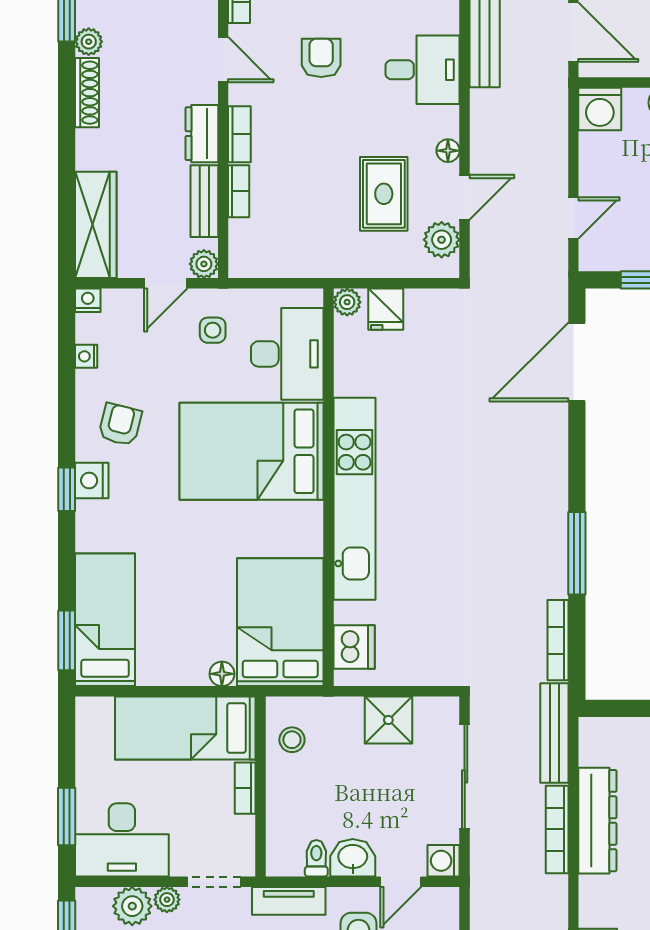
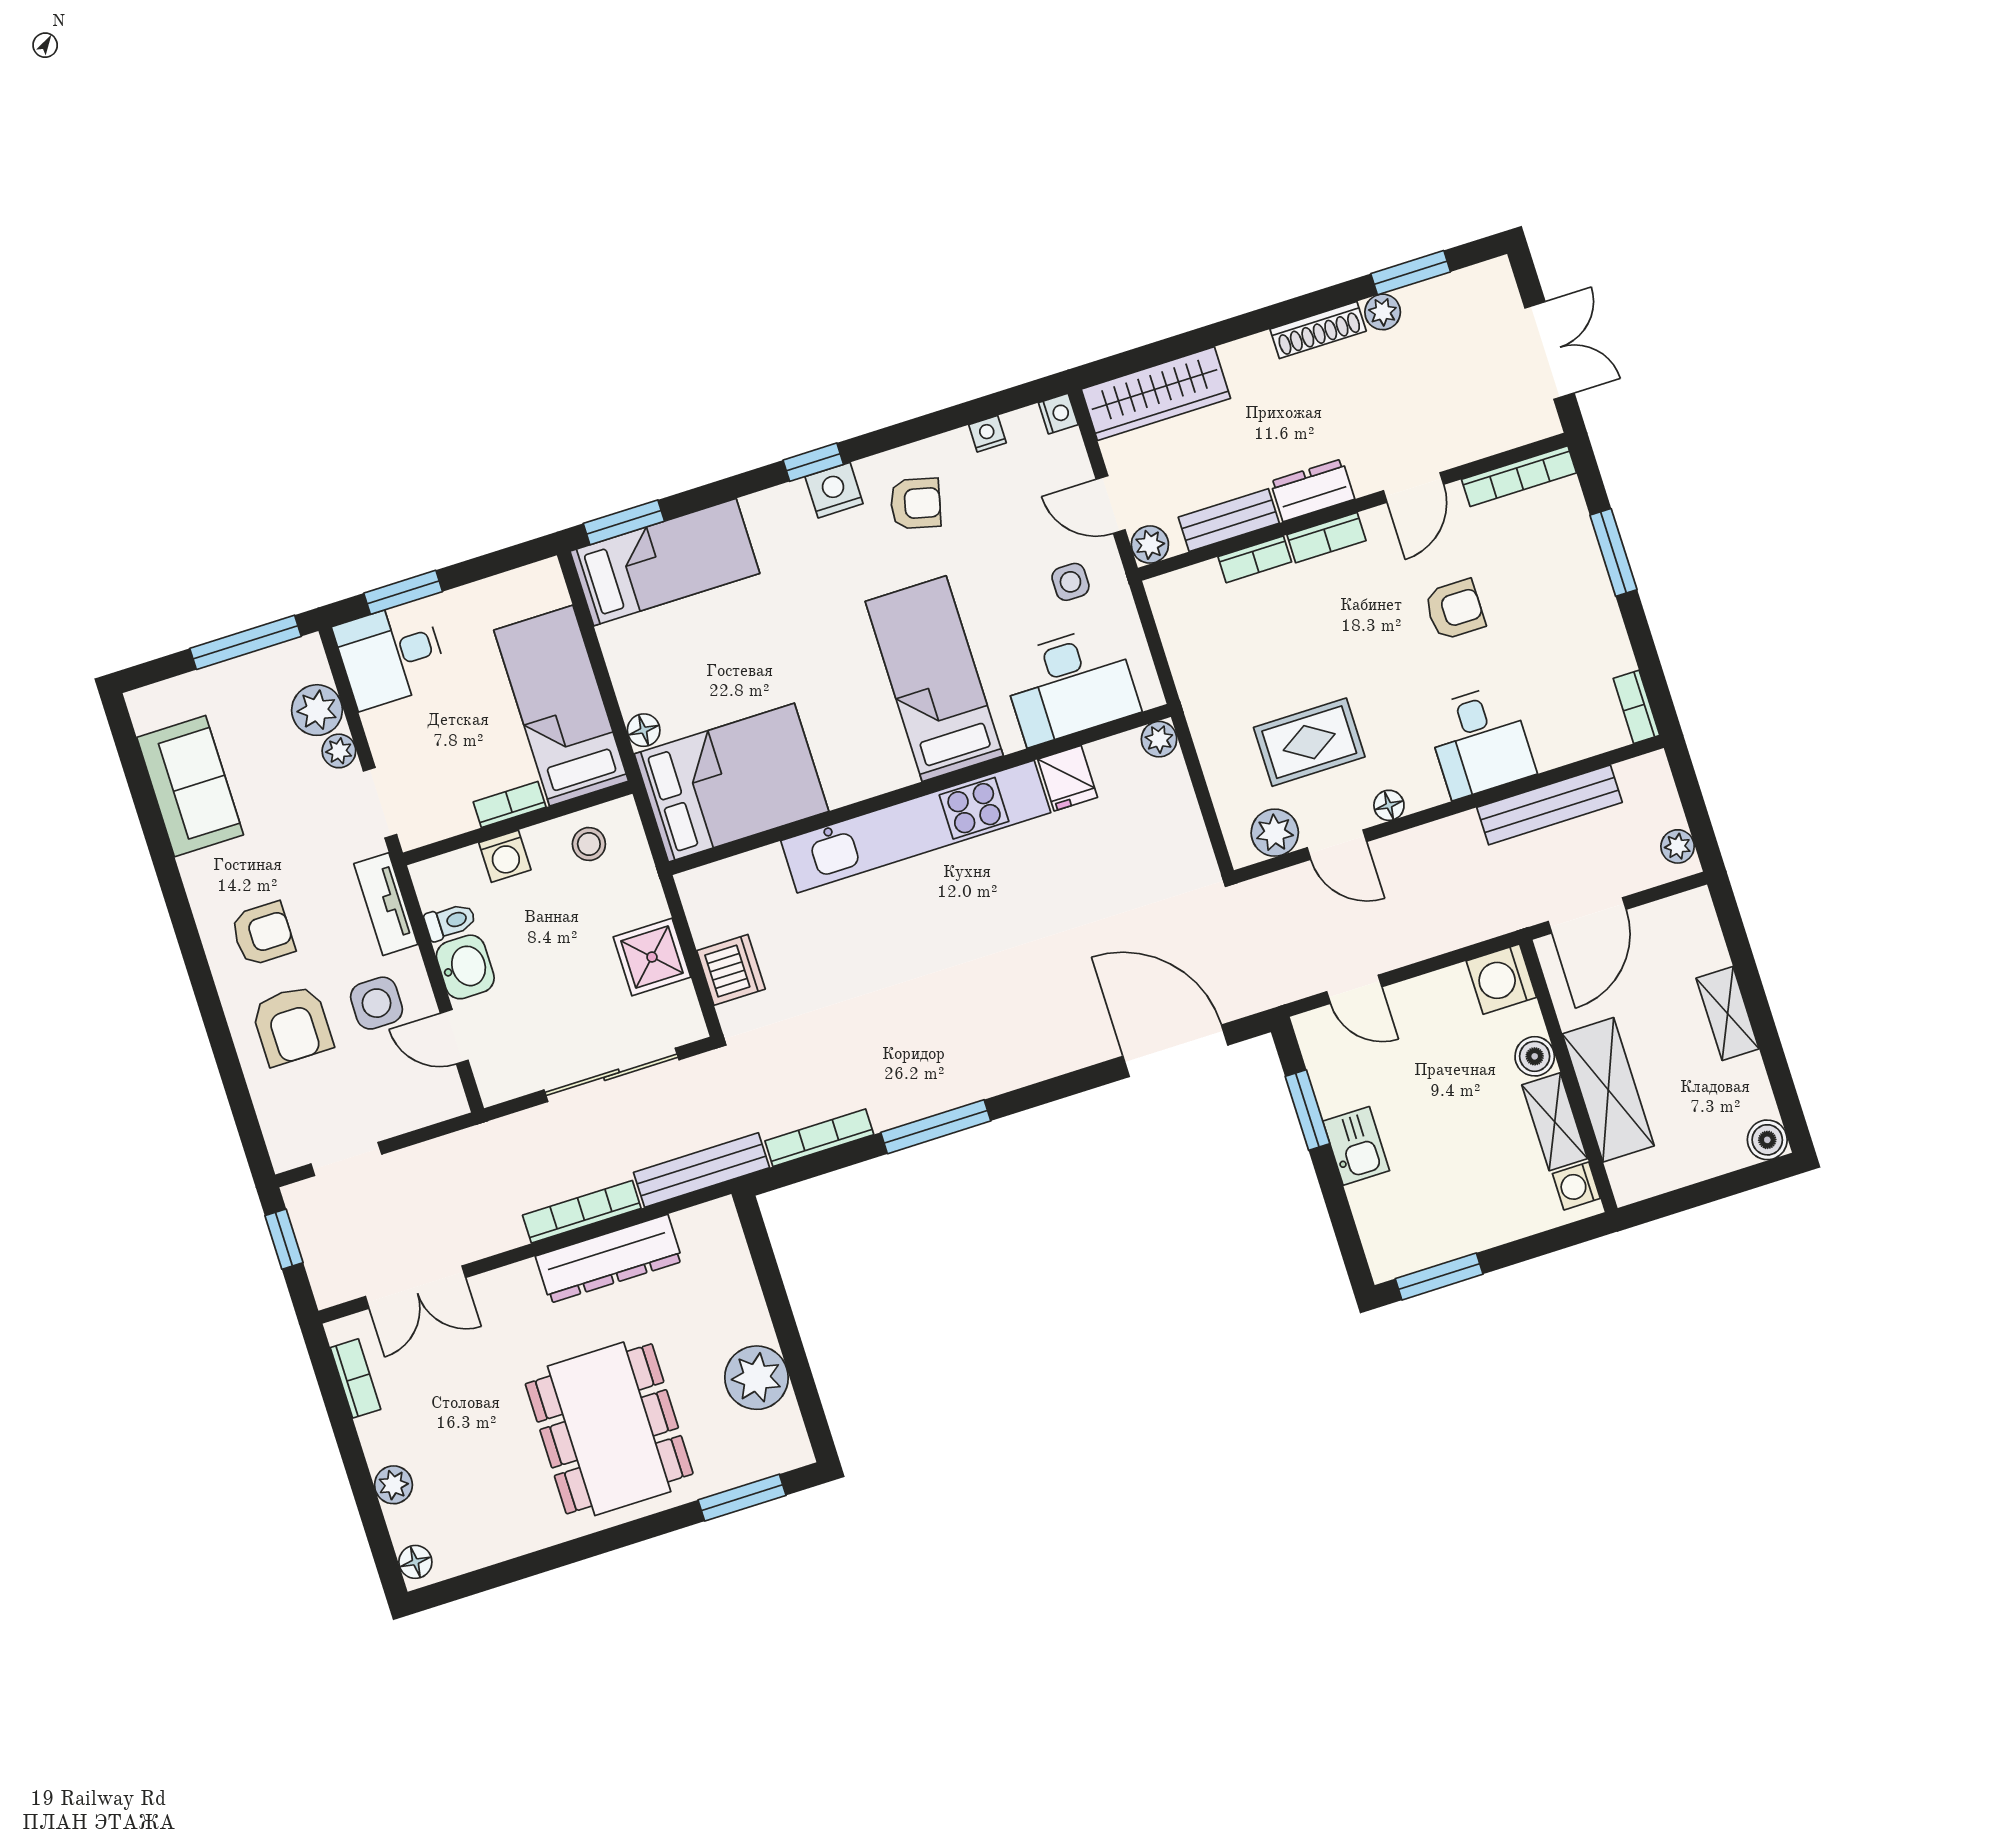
fridge: (386, 309) -> (1068, 778), moved, turned -90
bed: (252, 451) -> (934, 679), width x0.67
dishwasher: (354, 647) -> (731, 970), moved, turned -90
desk: (122, 840) -> (391, 655), width x0.73
washing machine: (444, 861) -> (505, 856), moved, turned 180

